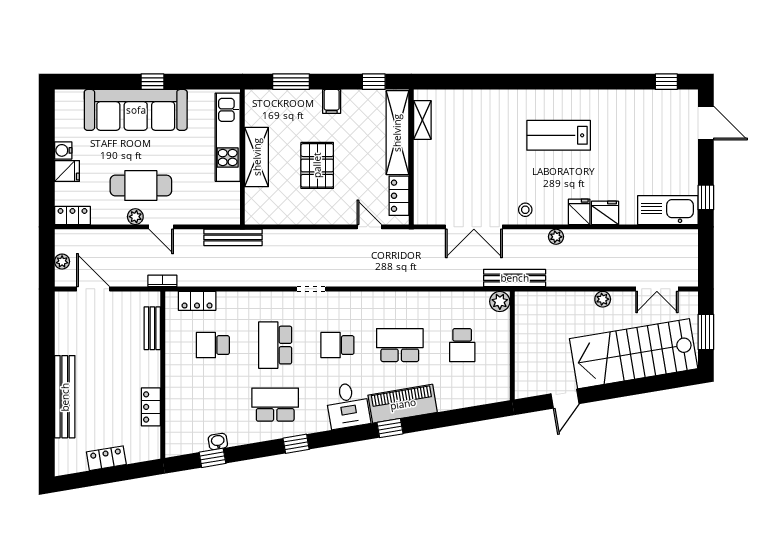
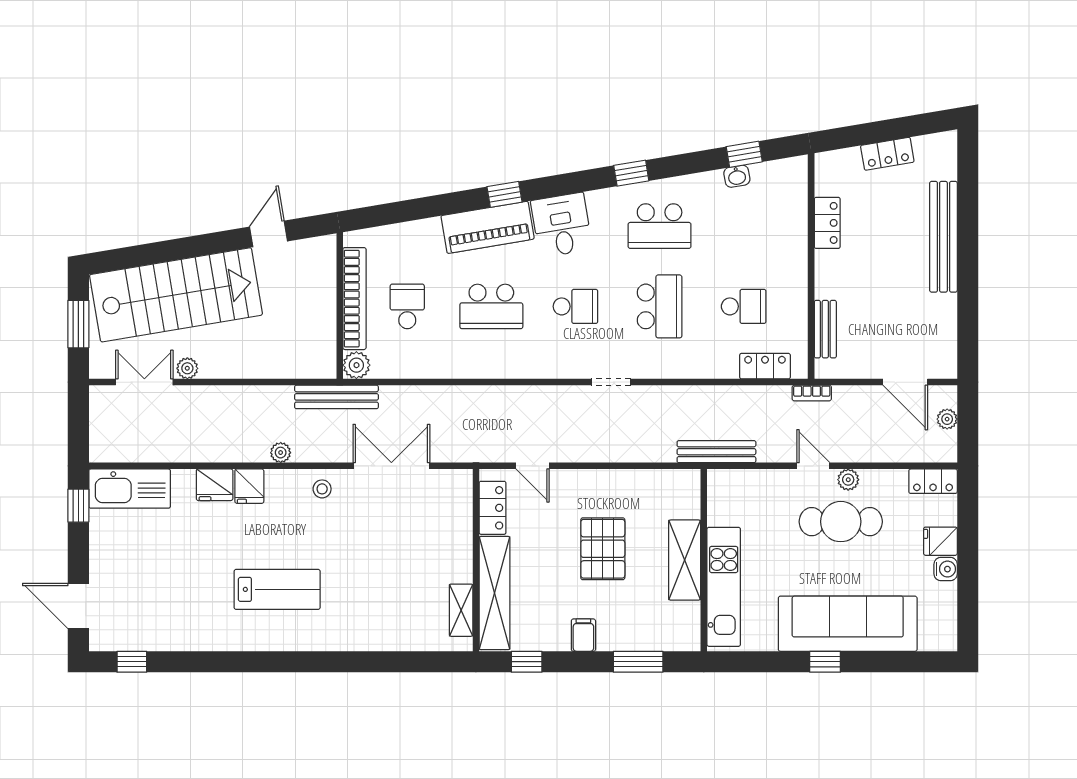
plant: (603, 299) -> (187, 368), moved
bookcase: (501, 351) -> (354, 299), added

